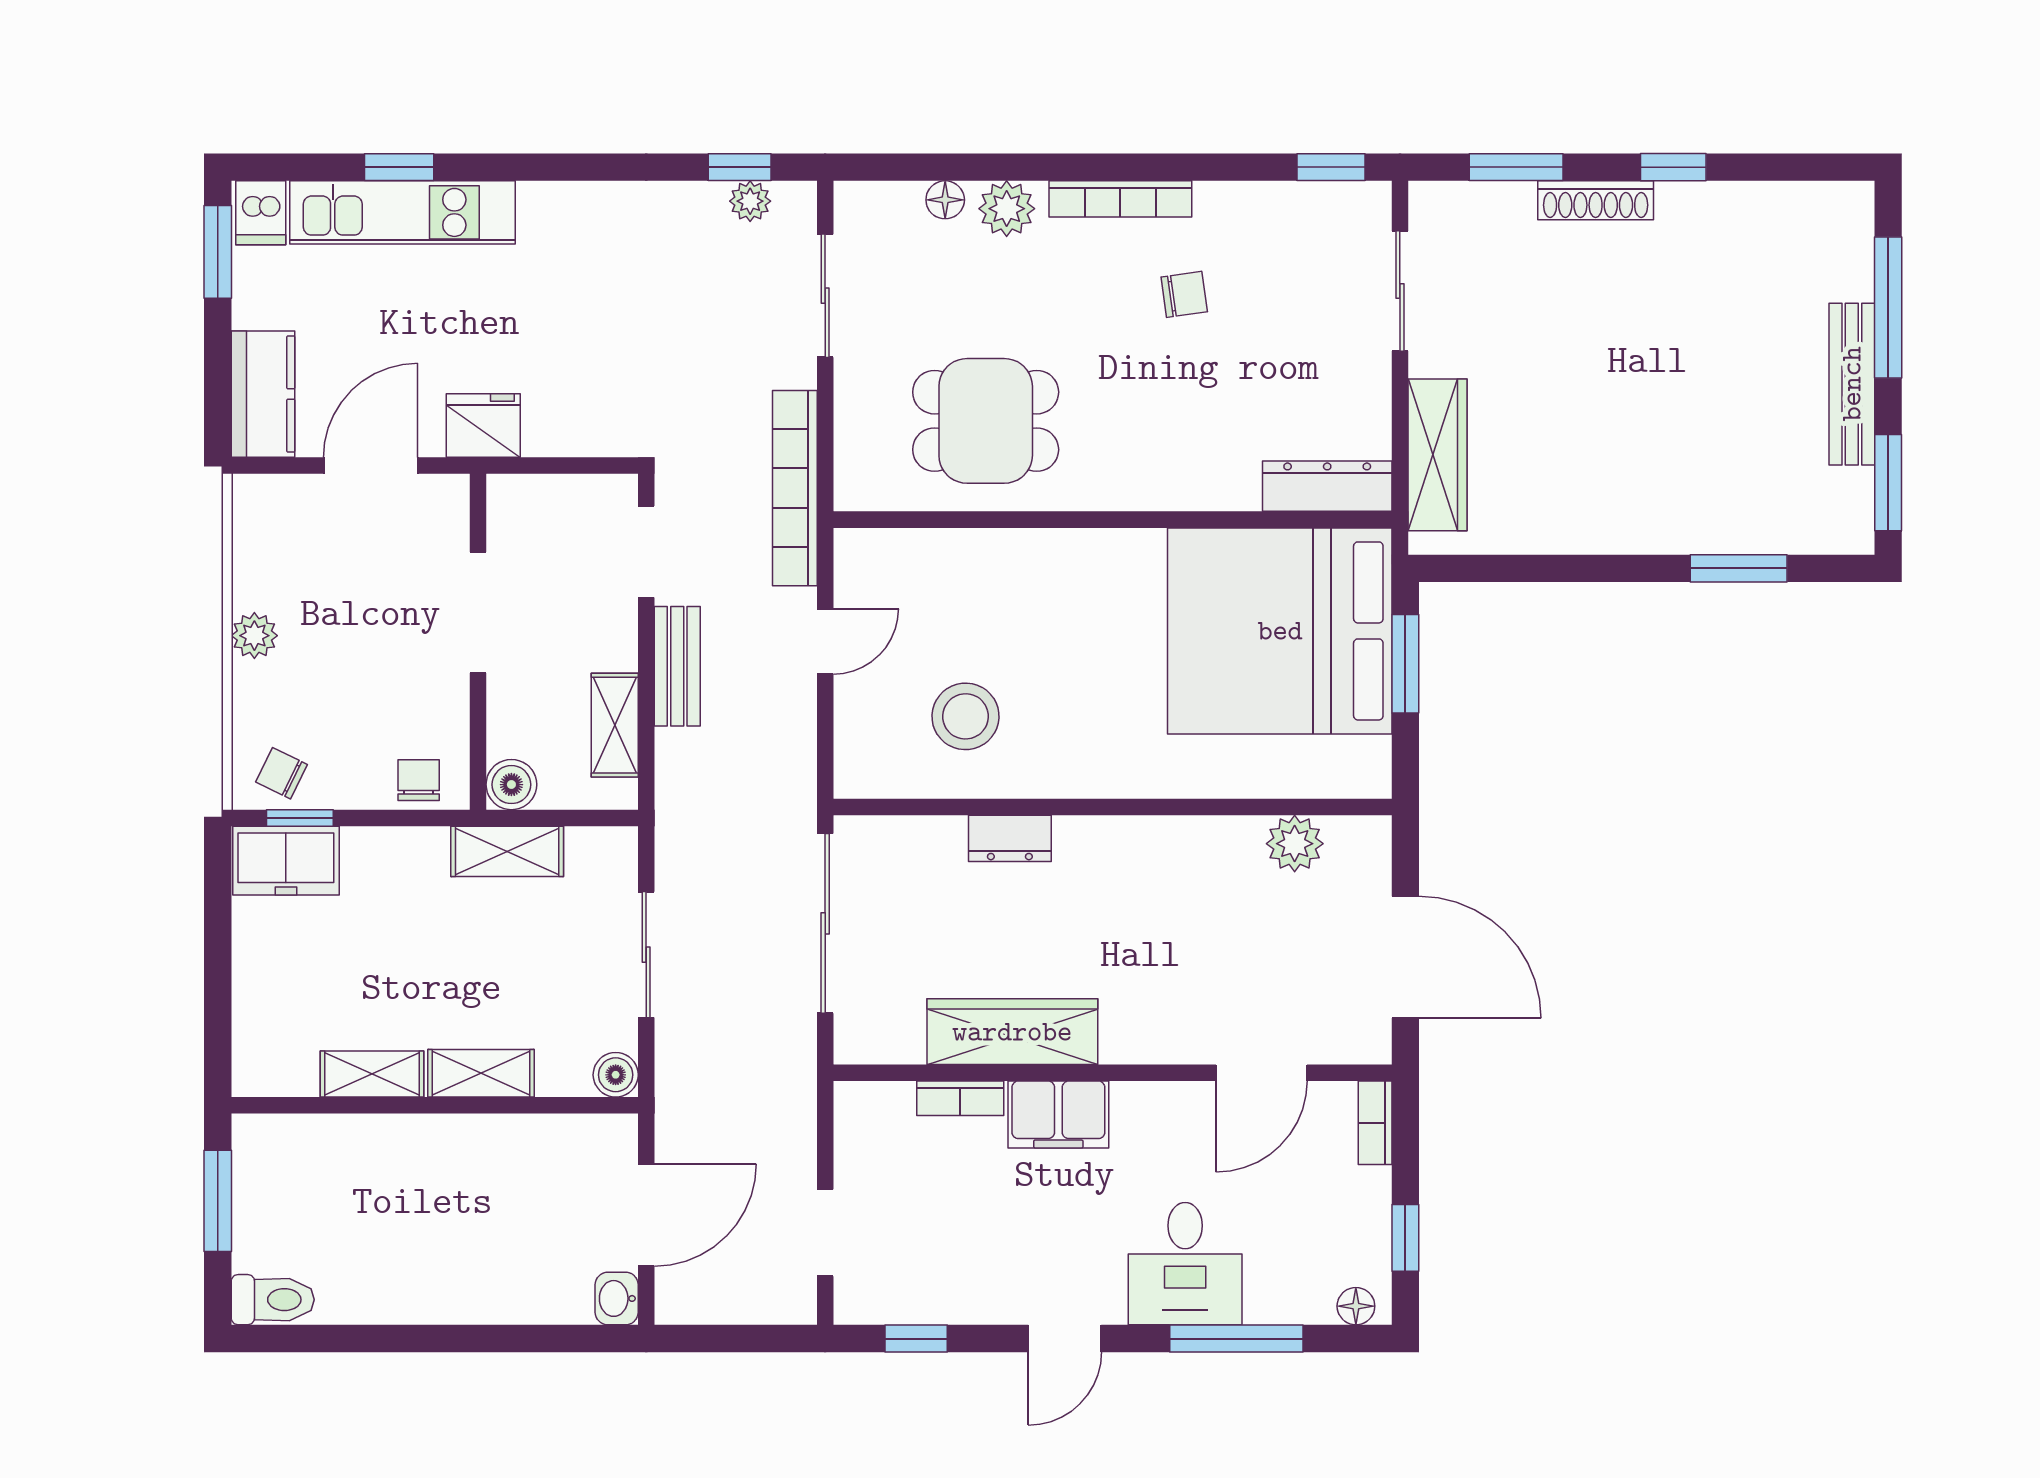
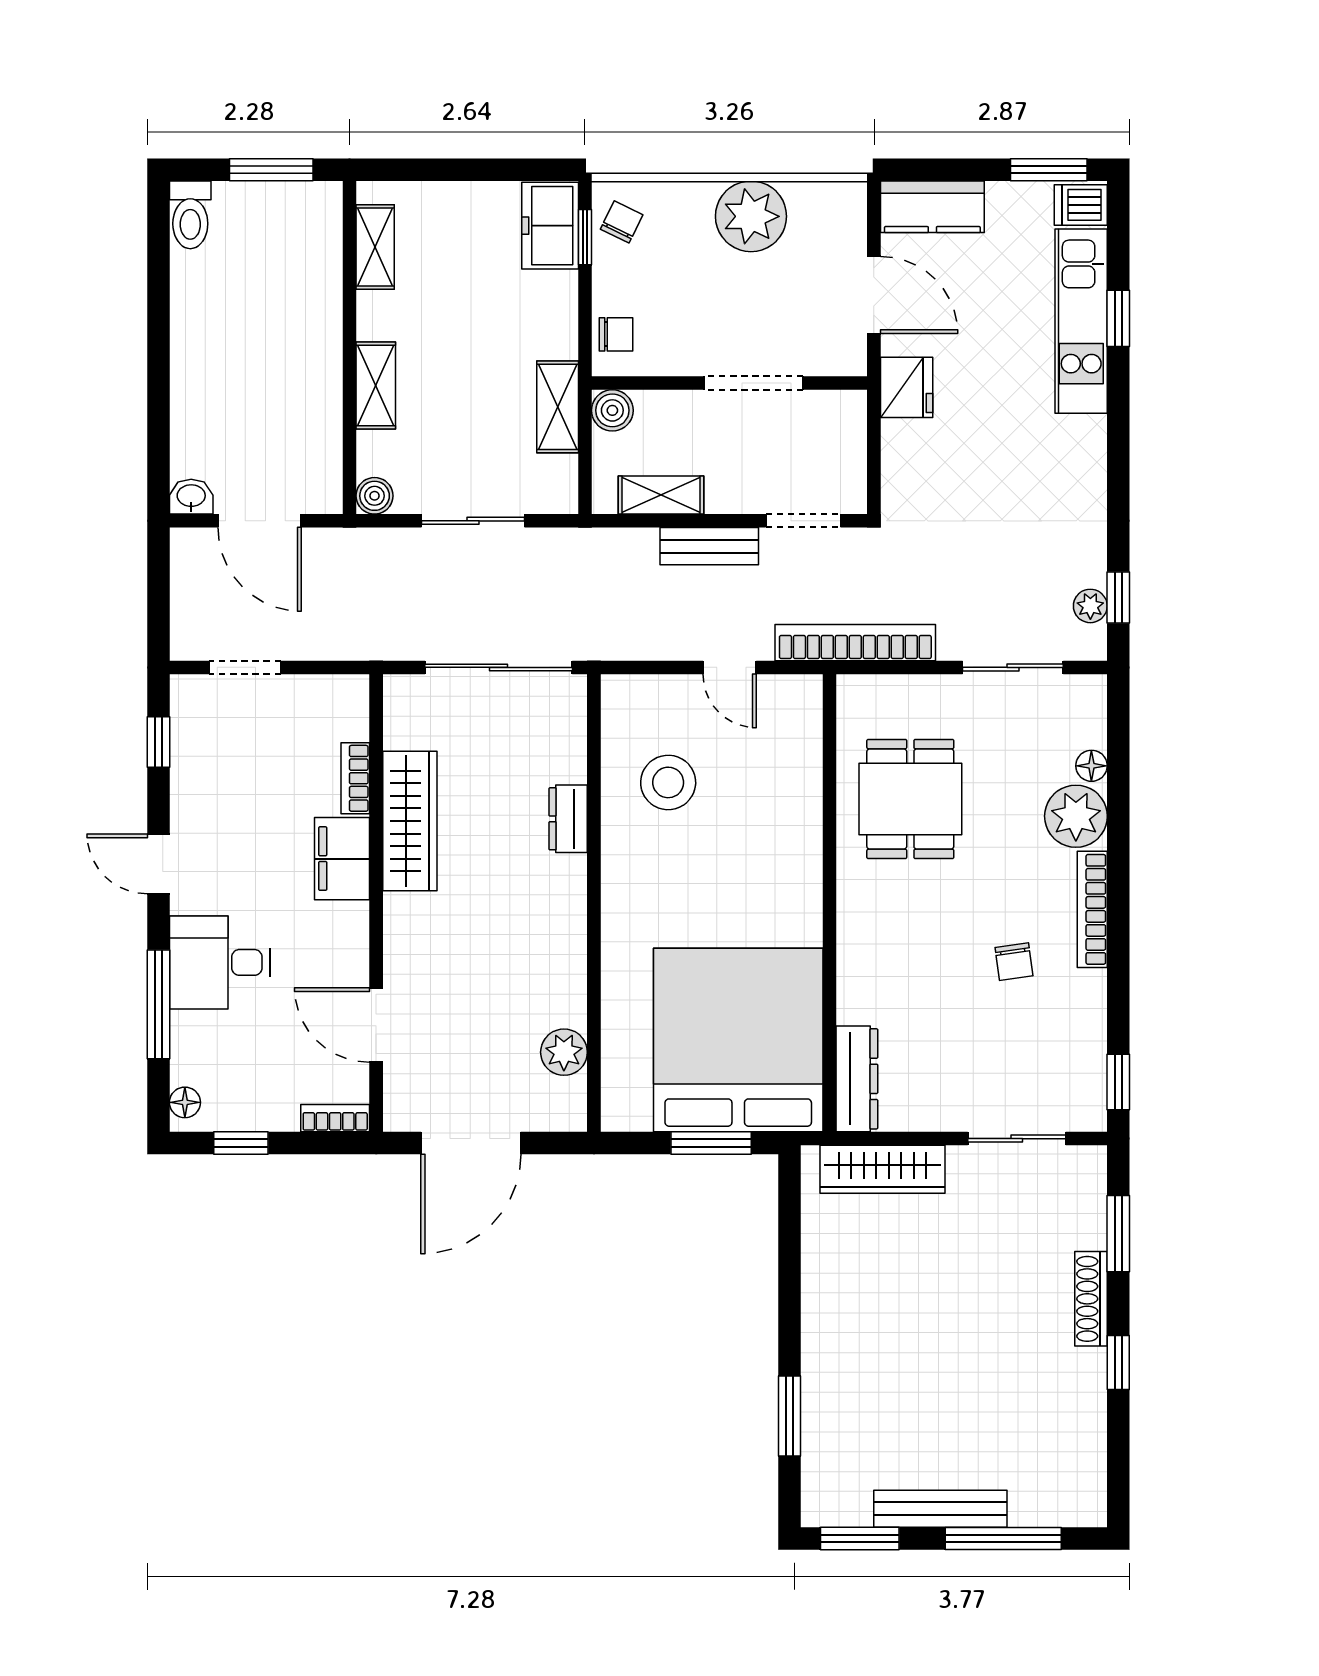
plant: (1007, 209) -> (1076, 816), width x1.36, depth x1.36
plant: (254, 636) -> (751, 216), width x1.88, depth x1.88
shelving: (372, 1074) -> (375, 247), moved

